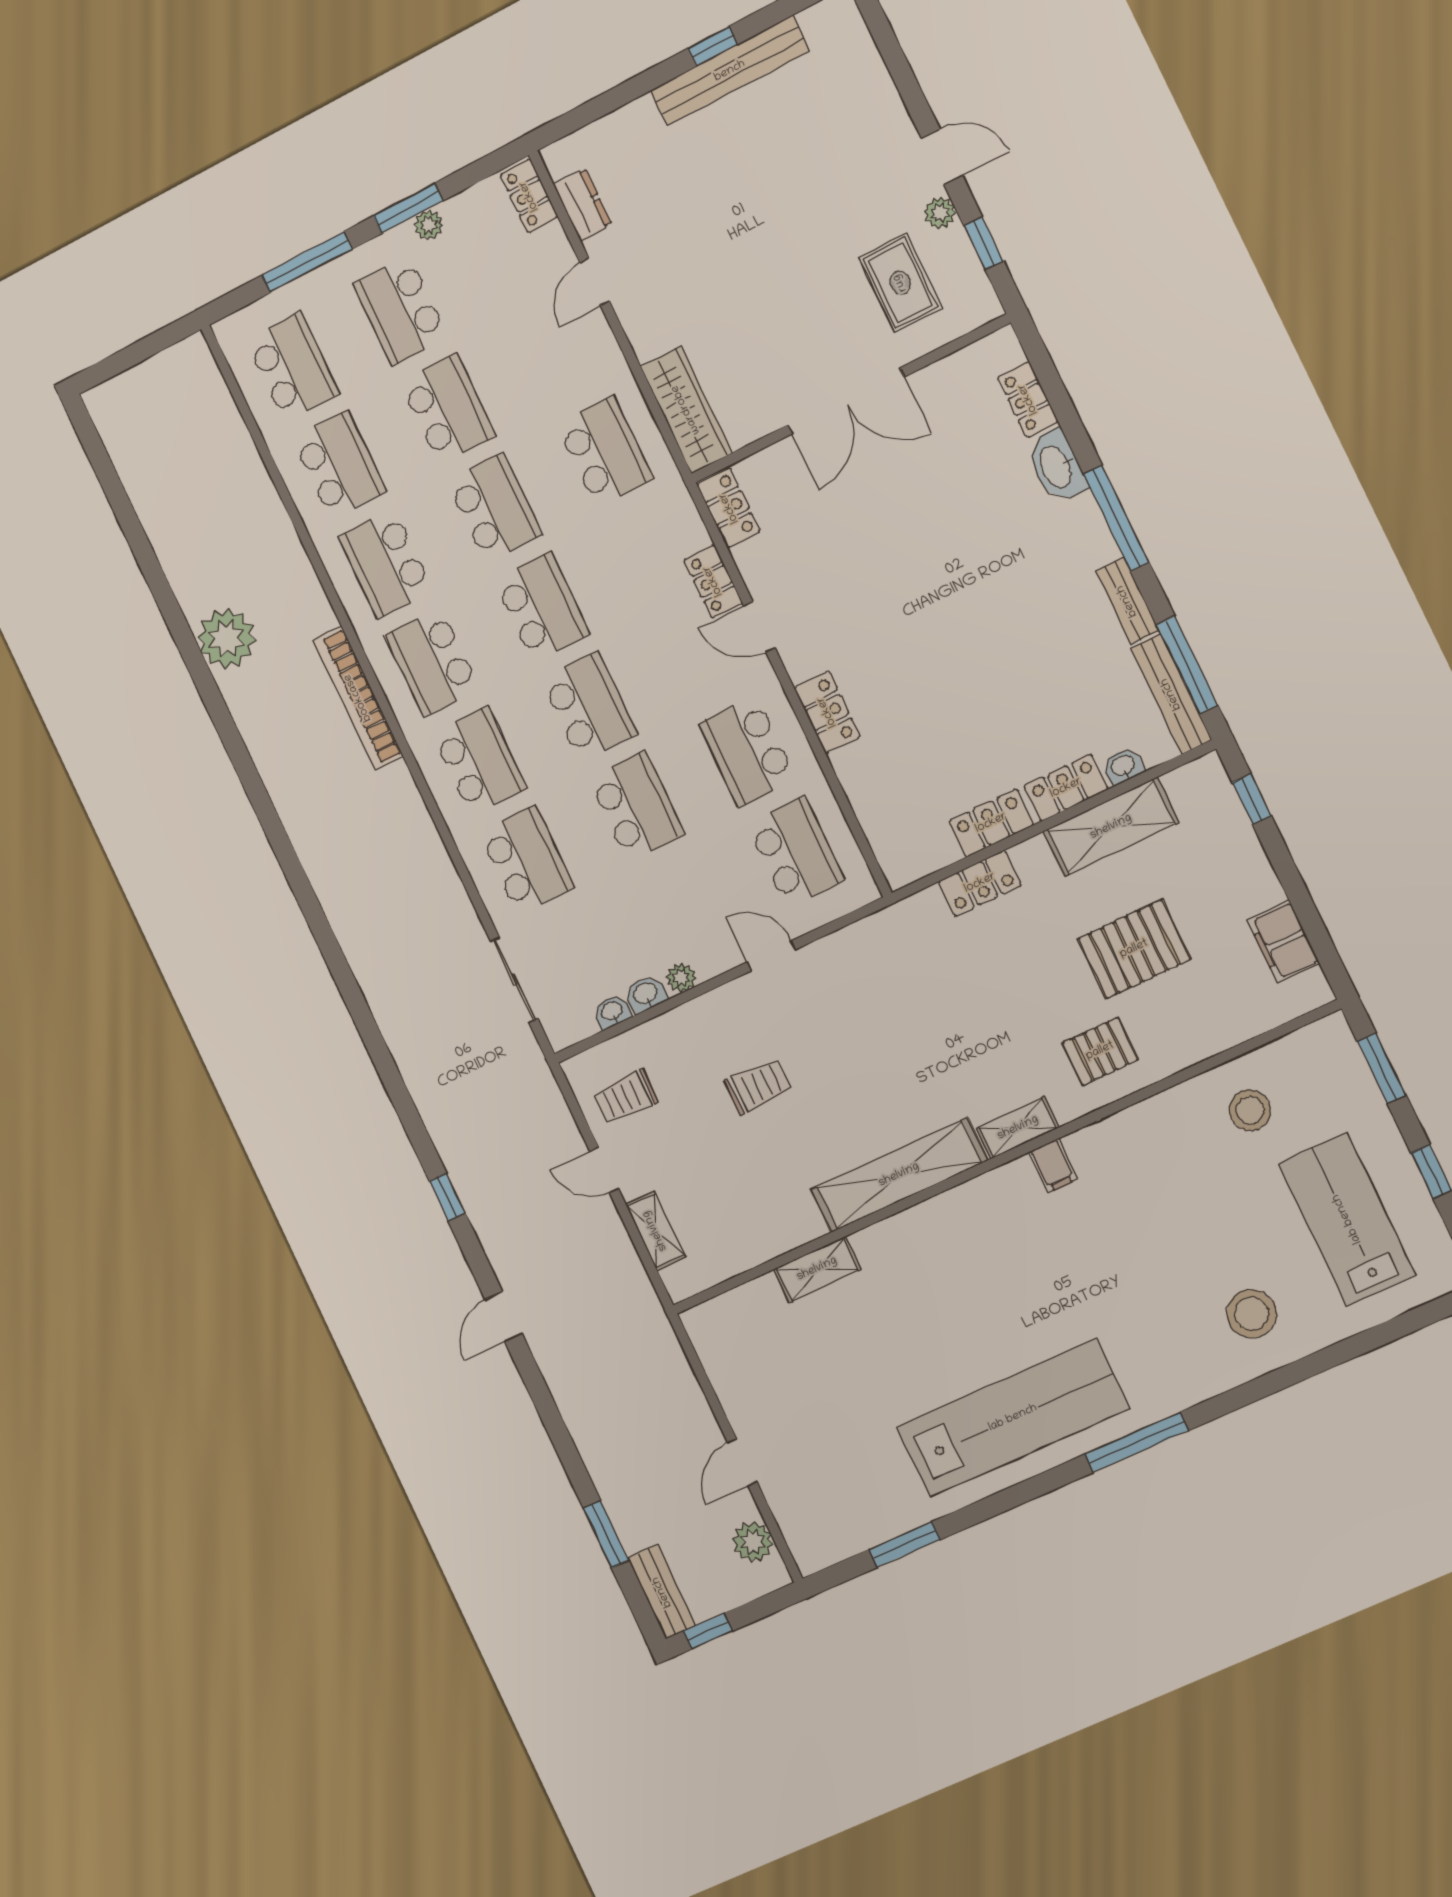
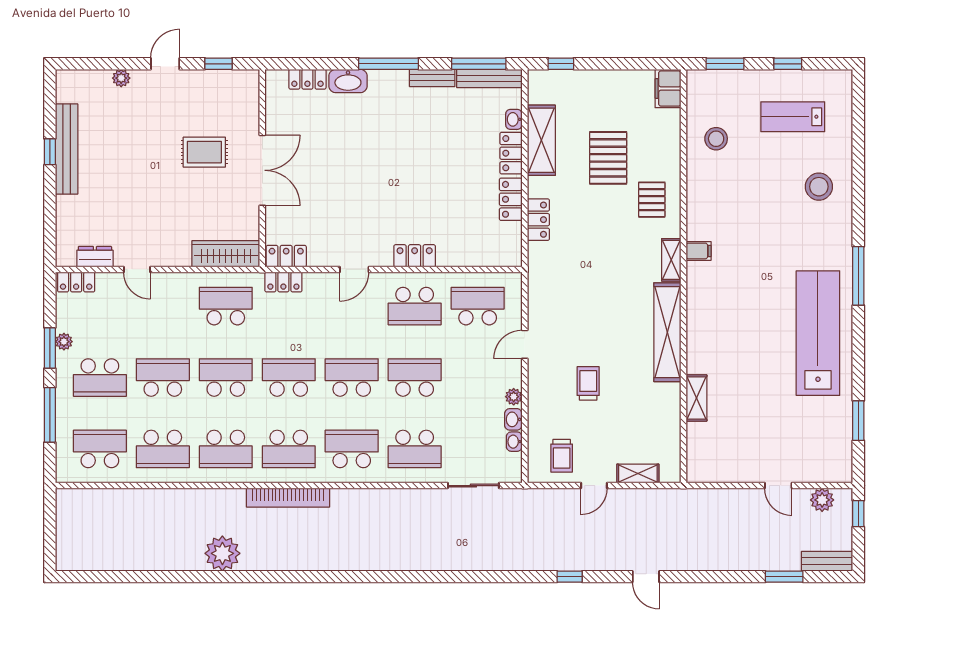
plant: (940, 213) -> (121, 78), moved
rug: (900, 283) -> (204, 152), moved
school desk: (339, 465) -> (163, 449), turned 180
locker: (713, 581) -> (283, 282), moved
school desk: (526, 860) -> (415, 449), turned 180
filing cabinet: (1283, 942) -> (668, 89), moved, turned 90
lab bench: (1347, 1219) -> (793, 117), width x0.73, depth x0.72
window: (708, 1631) -> (858, 514), moved

